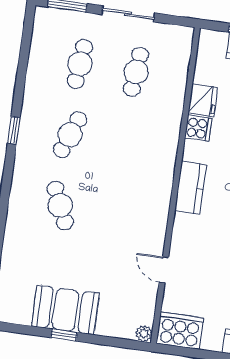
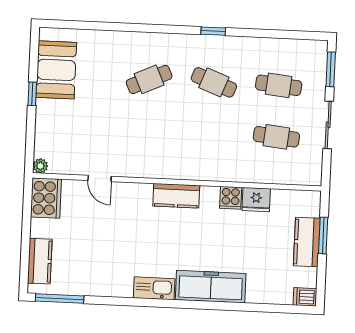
door: (164, 270) -> (100, 178), swing flipped
booth: (65, 310) -> (56, 70), moved

